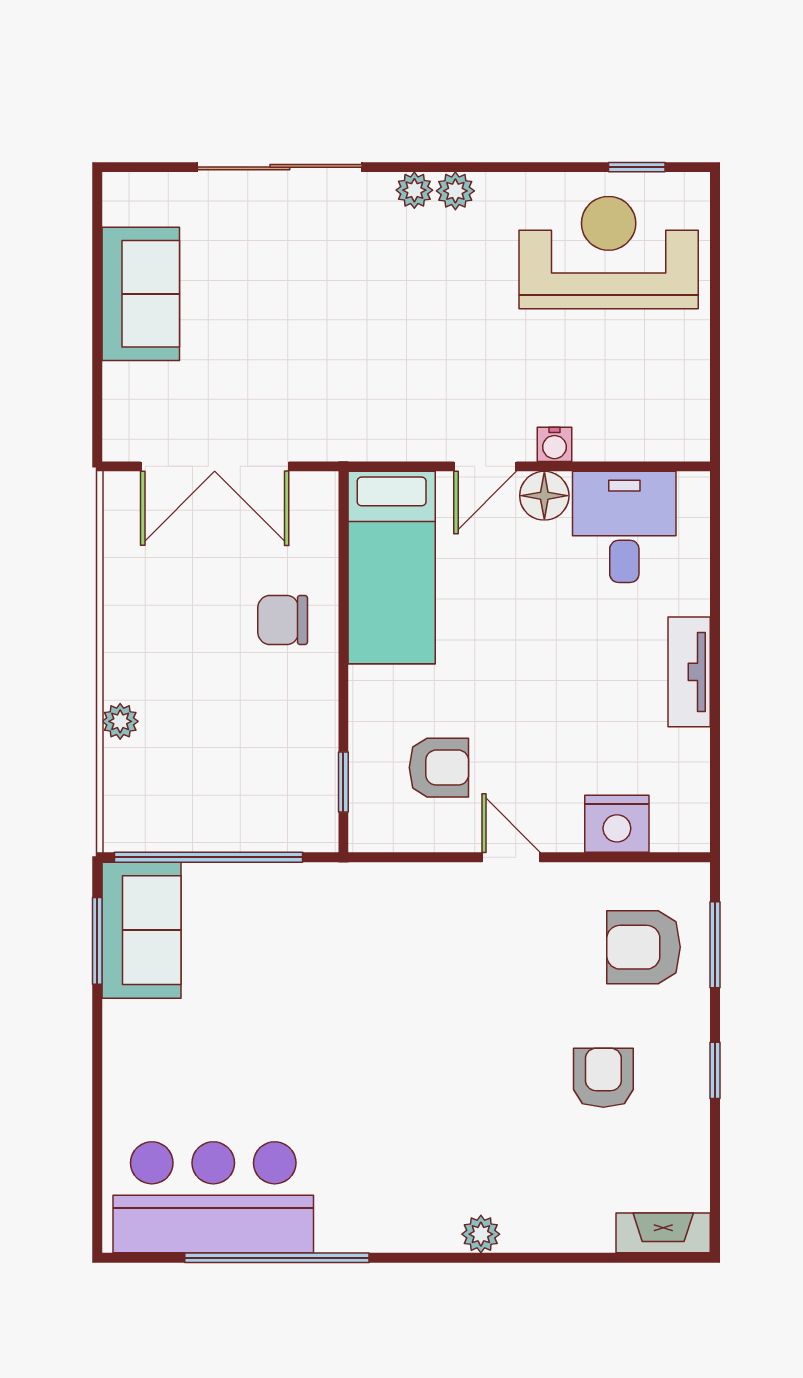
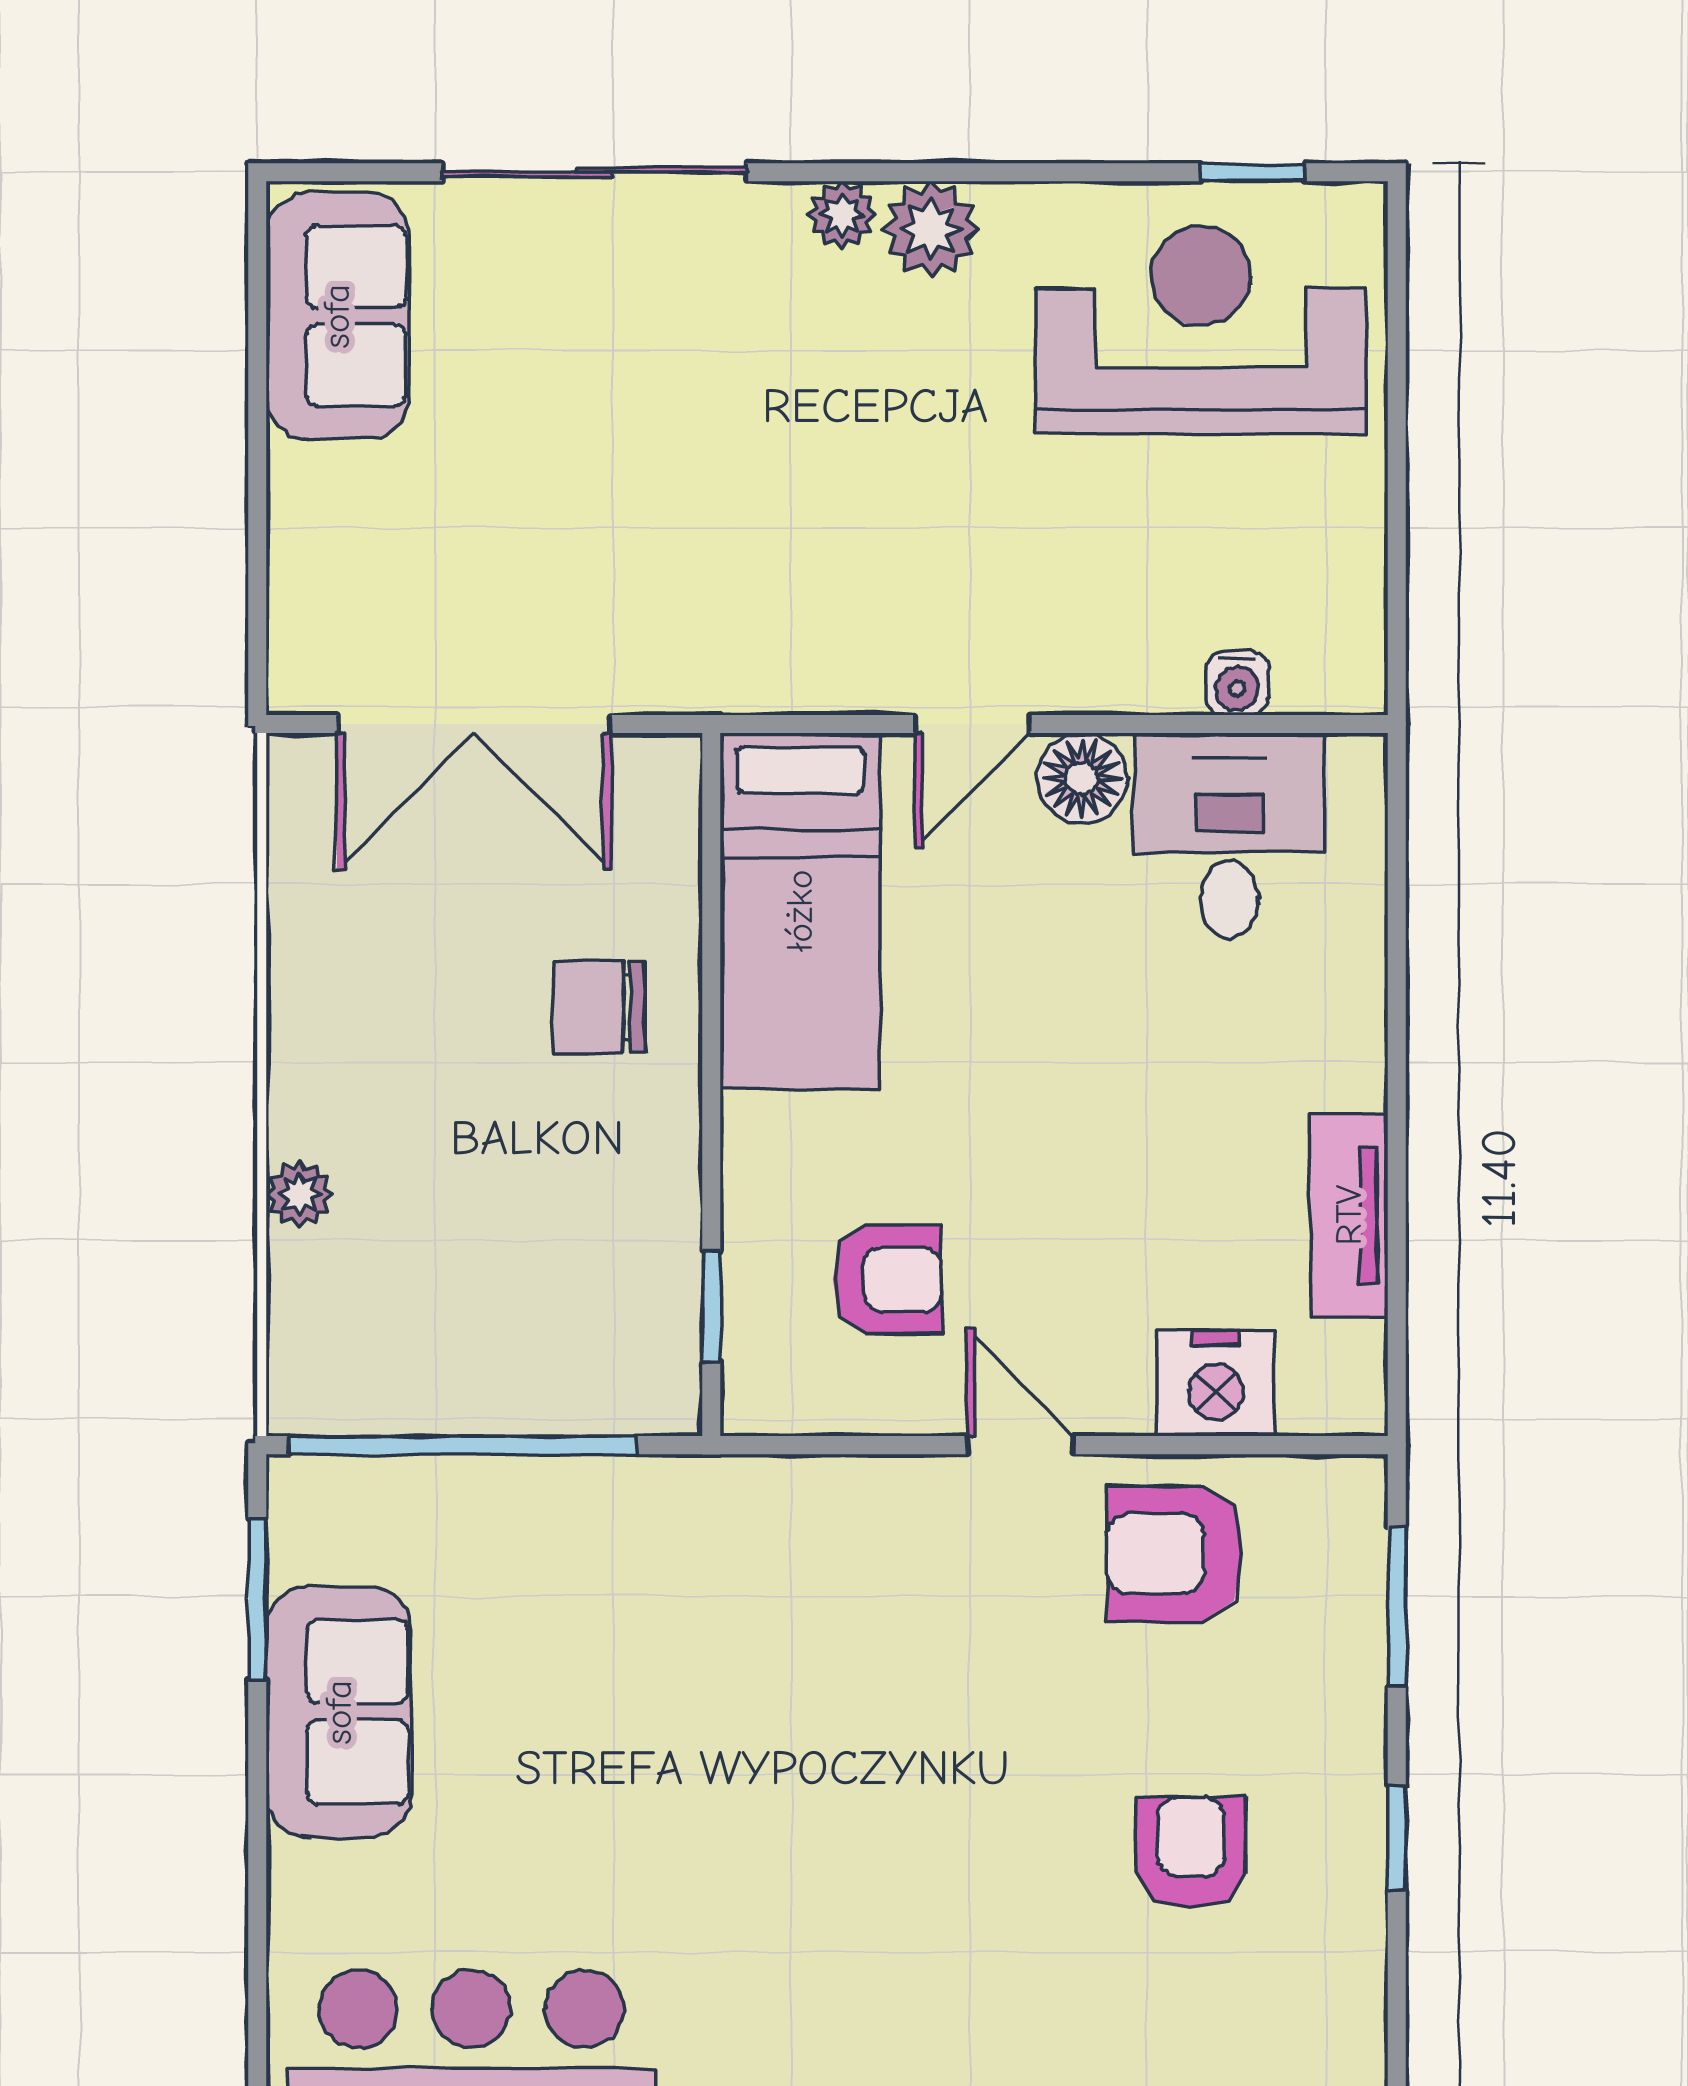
plant: (455, 191) -> (931, 229), width x1.38, depth x1.38
sofa: (141, 294) -> (337, 316), moved
water cooler: (554, 444) -> (1237, 684), moved
tv unit: (689, 672) -> (1349, 1215), moved
sofa: (141, 930) -> (339, 1712), moved
armchair: (644, 947) -> (1174, 1554), moved

